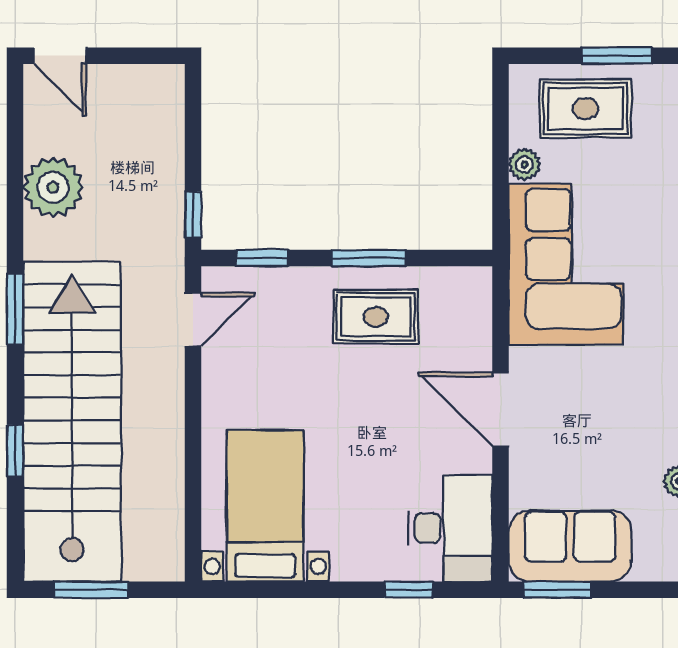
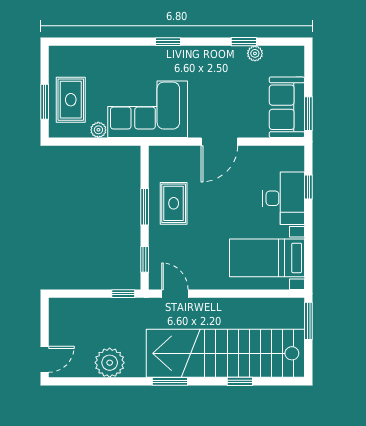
window: (617, 56) -> (45, 102), moved
desk: (450, 528) -> (284, 198), moved, turned 90
window: (92, 590) -> (308, 321), moved

